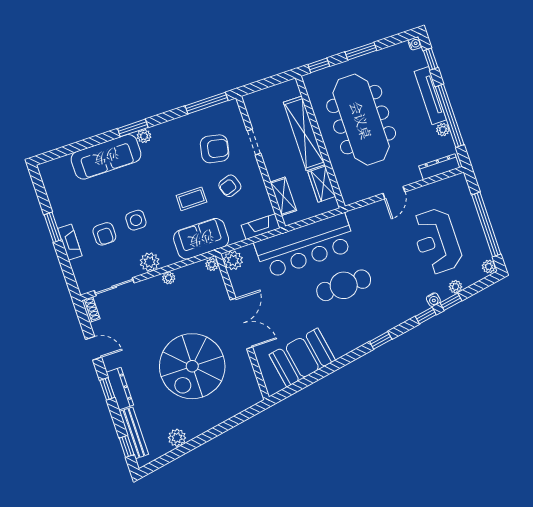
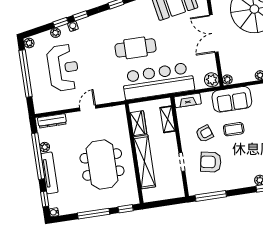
window: (361, 51) -> (94, 214), width x1.44
meeting table: (361, 120) -> (102, 164), width x0.73

